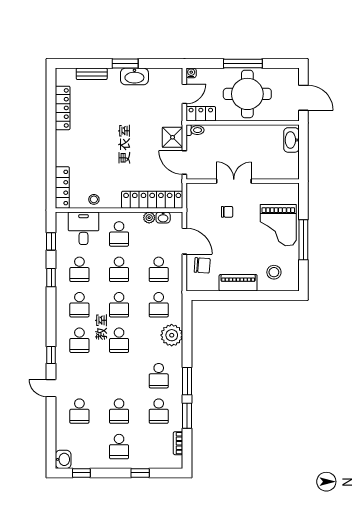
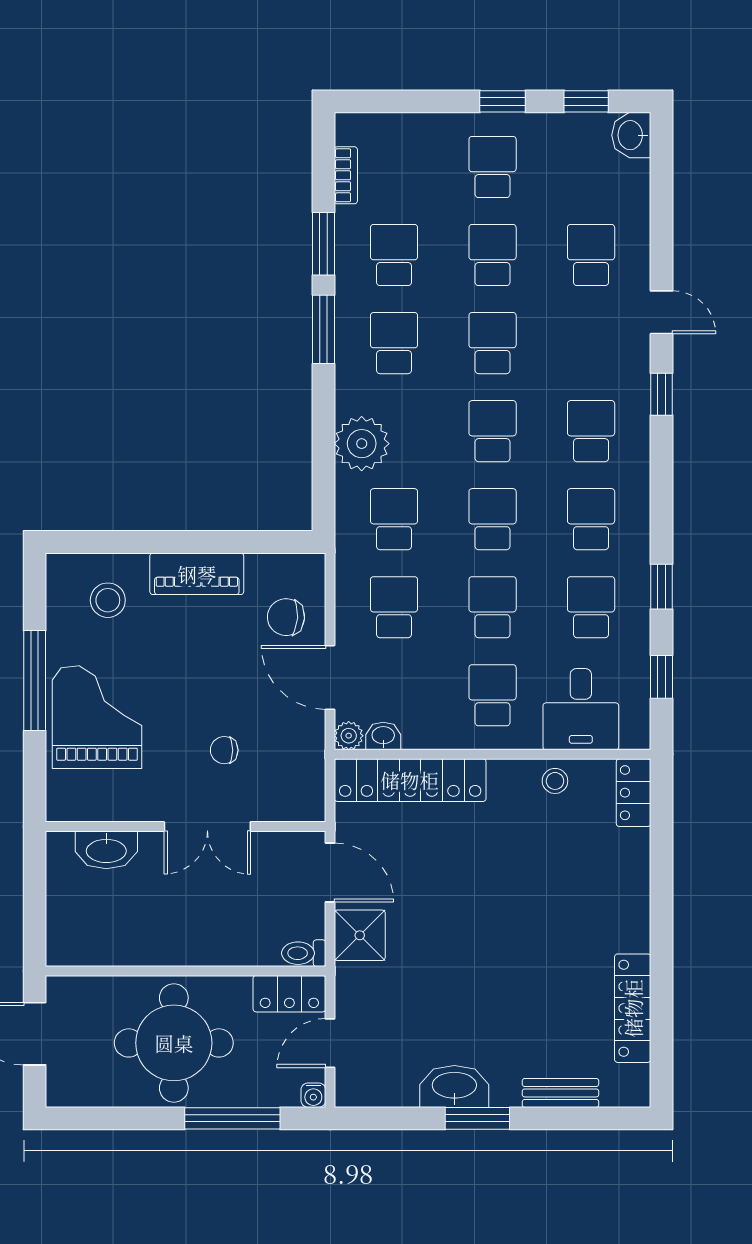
window: (243, 64) -> (232, 1118), moved
washbasin: (291, 140) -> (106, 850), moved, turned 90
locker: (62, 188) -> (634, 793), width x0.66
plant: (149, 218) -> (349, 736), moved
school desk: (119, 376) -> (493, 343), added
window: (140, 473) -> (503, 101), moved

